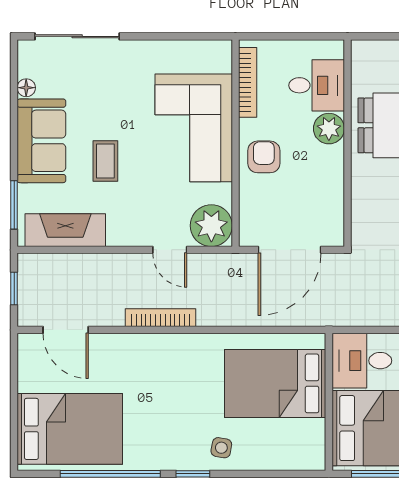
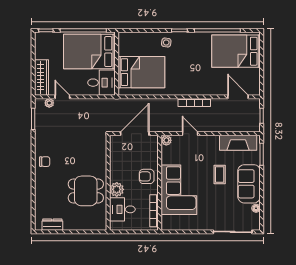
armchair: (264, 157) -> (147, 176), turned 90
plant: (211, 226) -> (166, 140), width x0.53, depth x0.53

